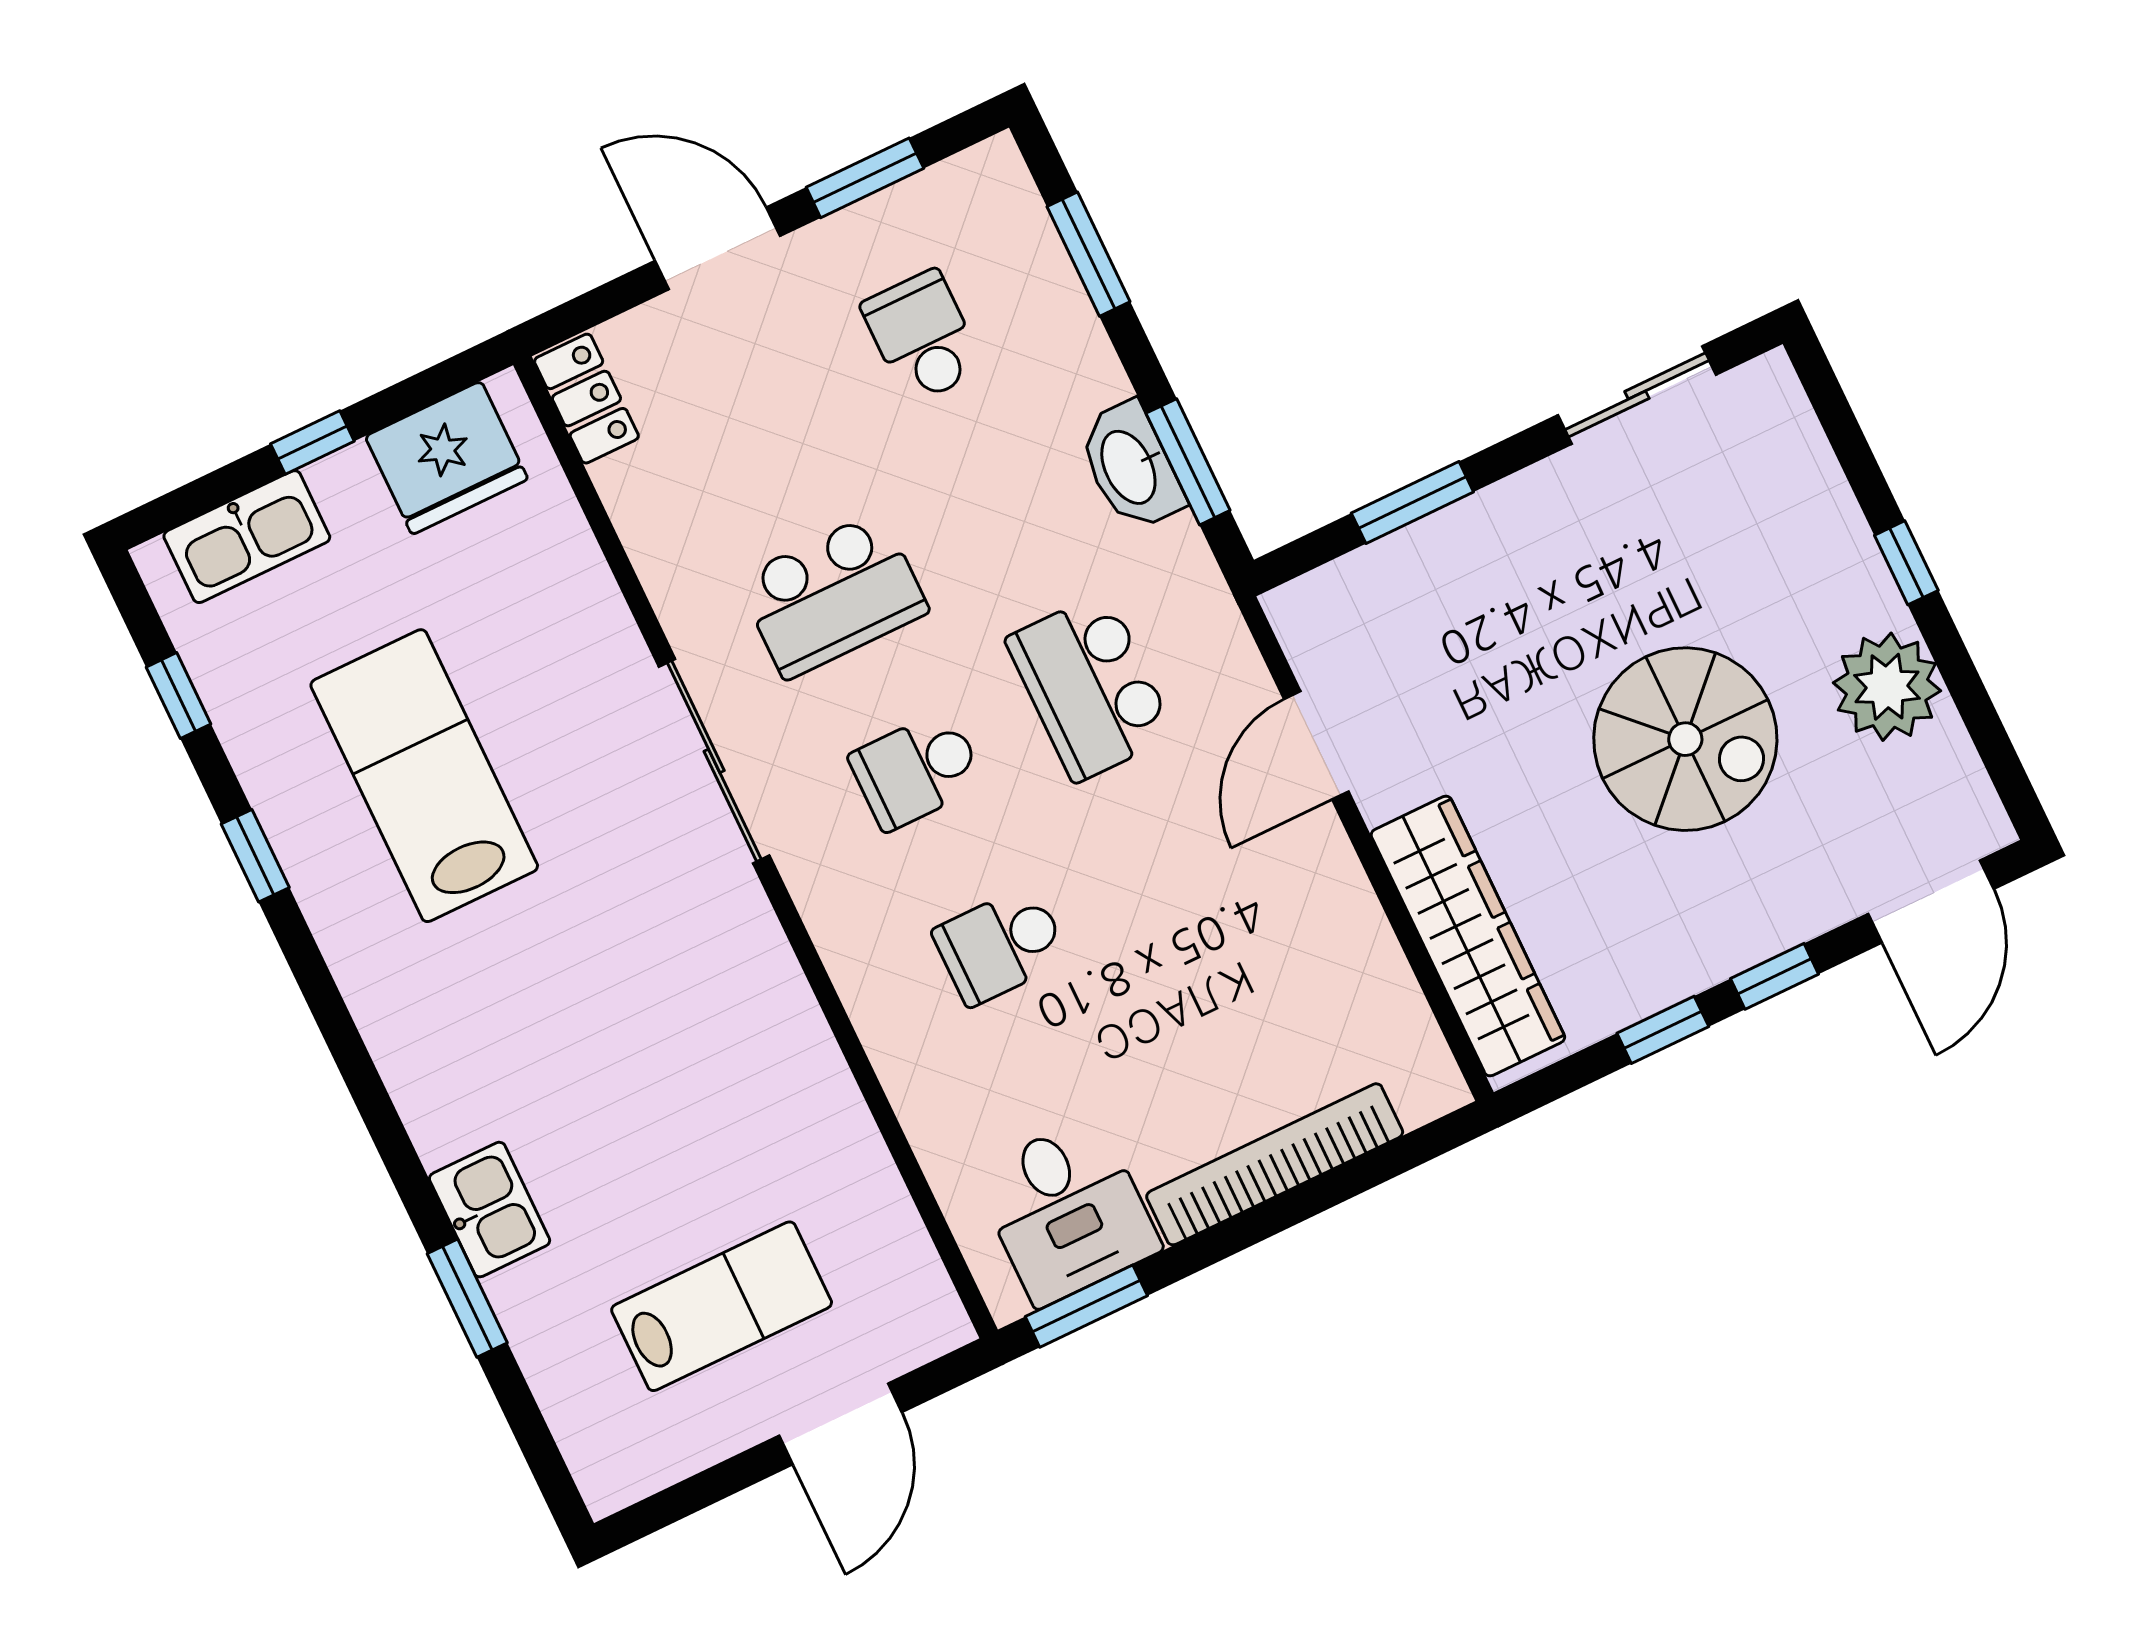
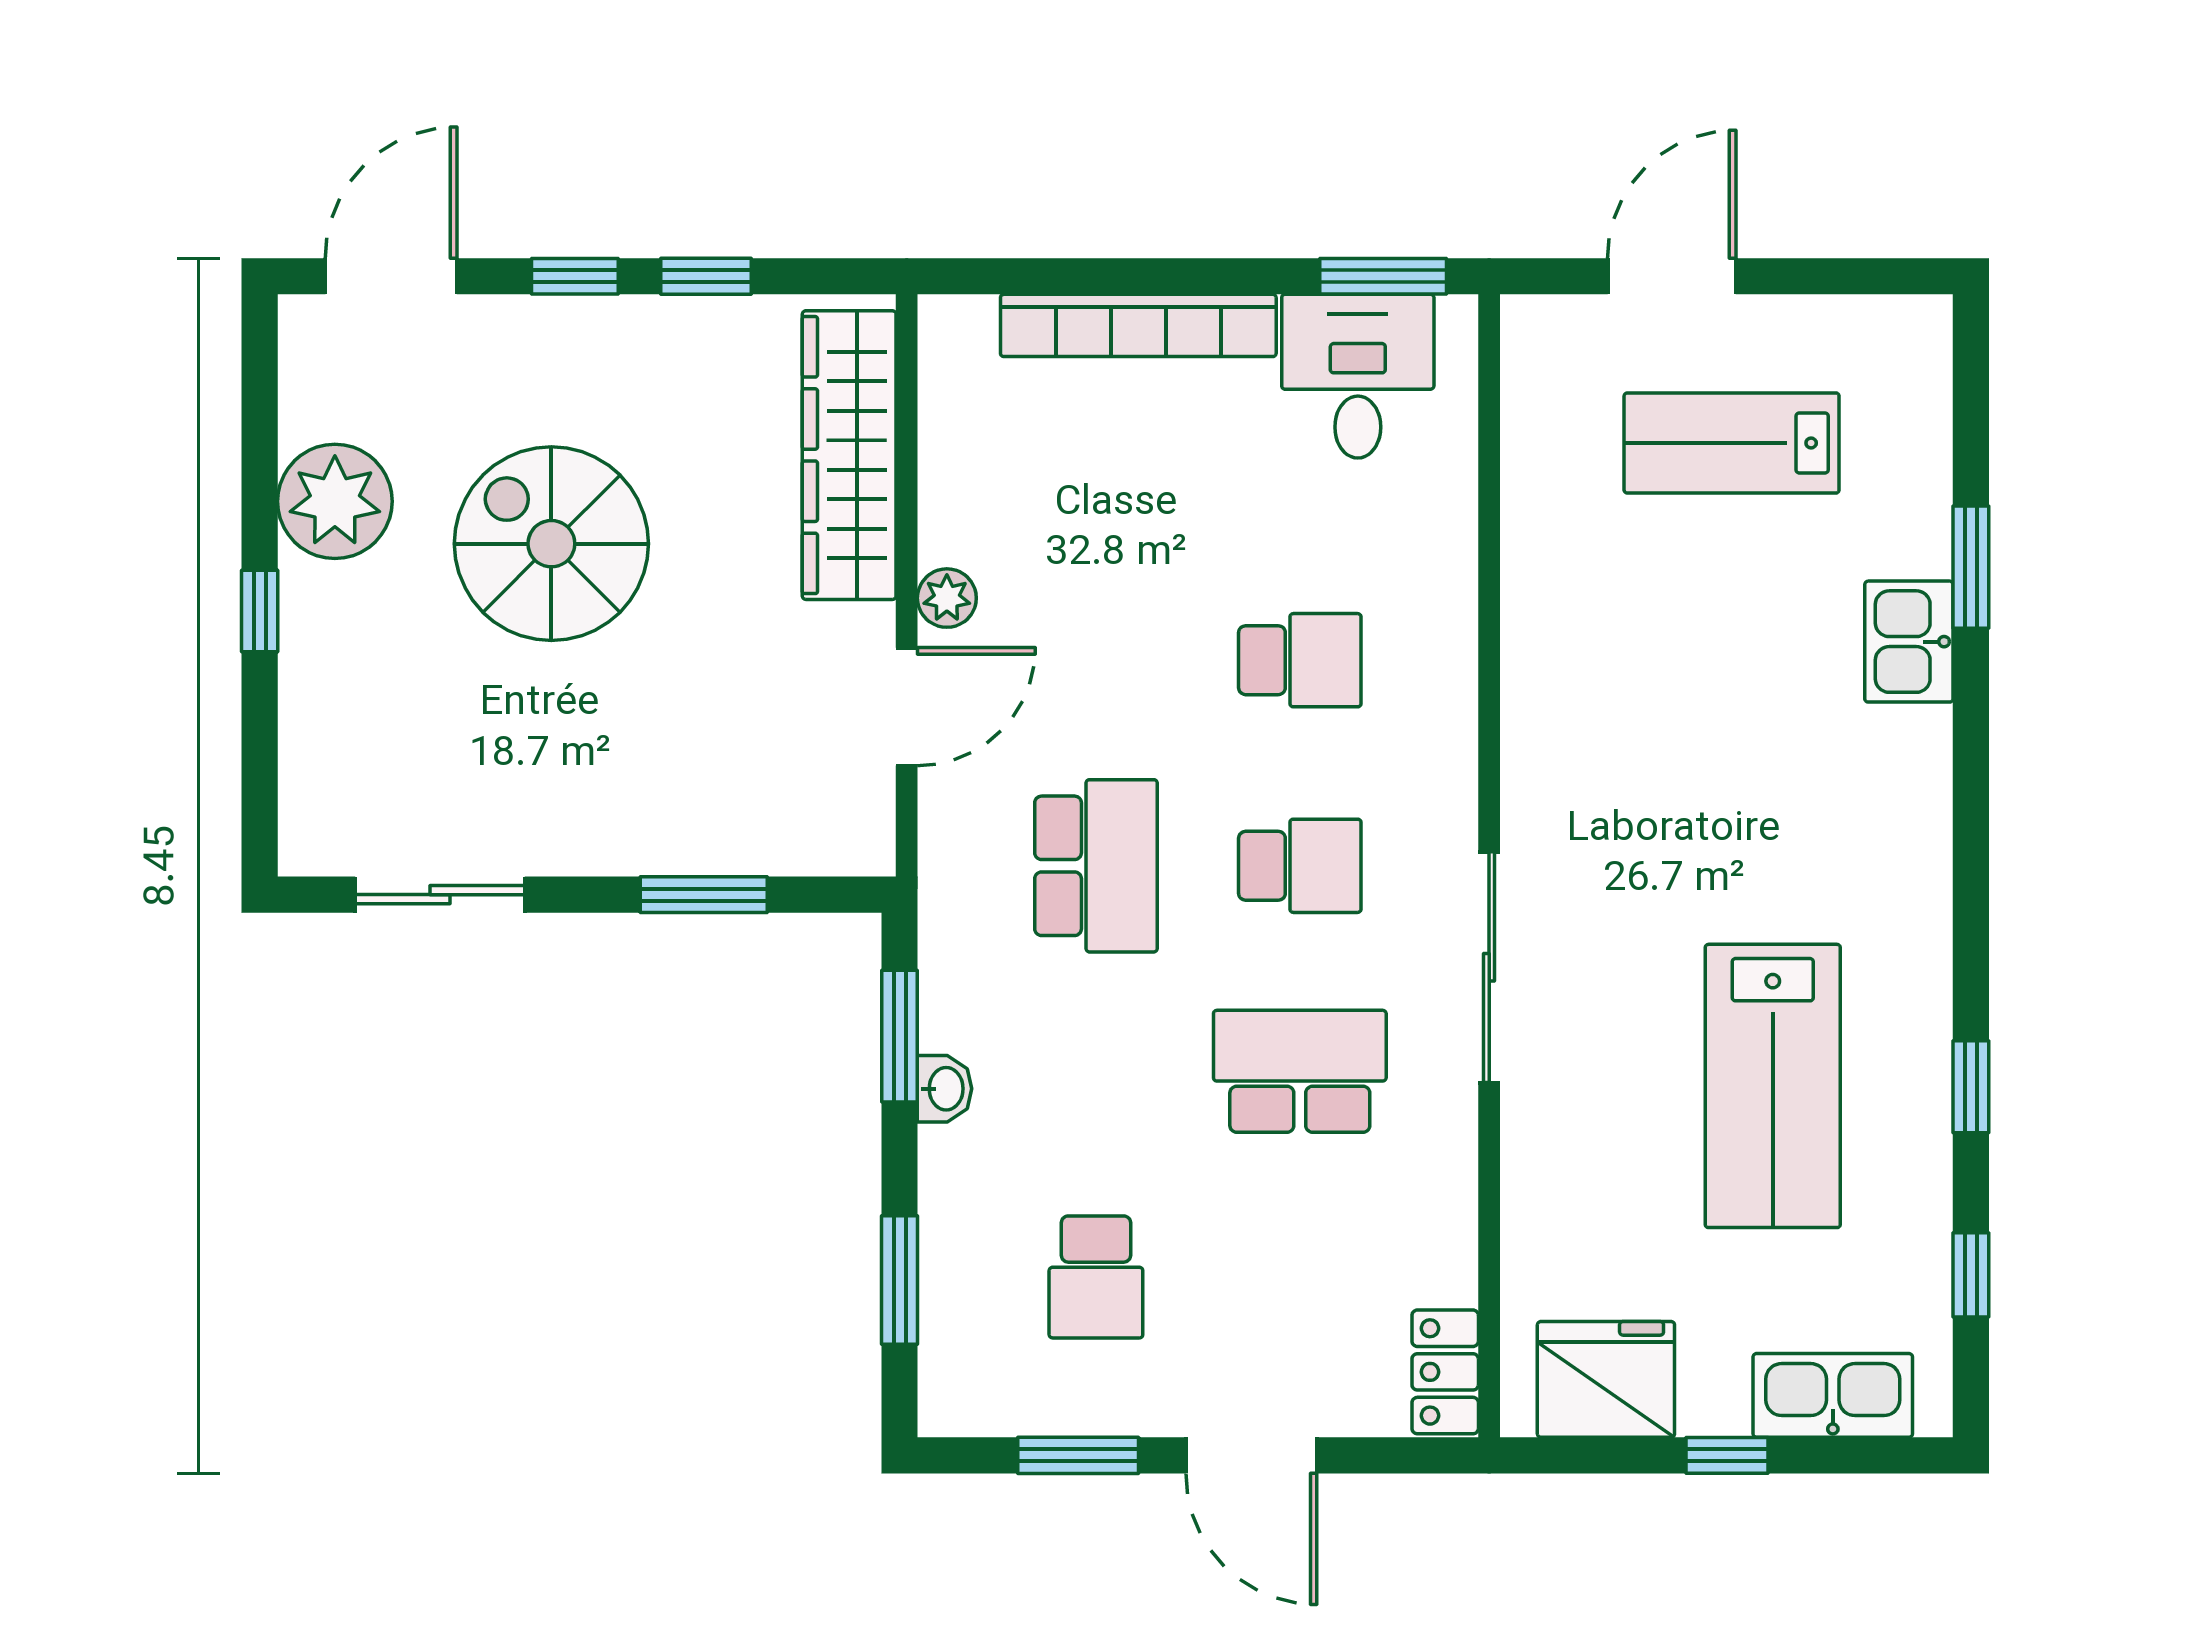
washbasin: (1130, 466) -> (945, 1089), width x0.52, depth x0.69
plant: (1326, 854) -> (947, 598), added

